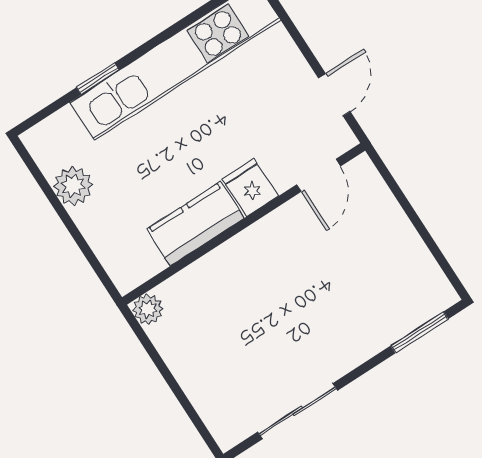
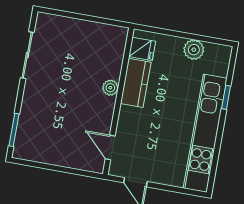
fridge: (250, 187) -> (142, 49), moved
plant: (148, 309) -> (110, 88), moved

